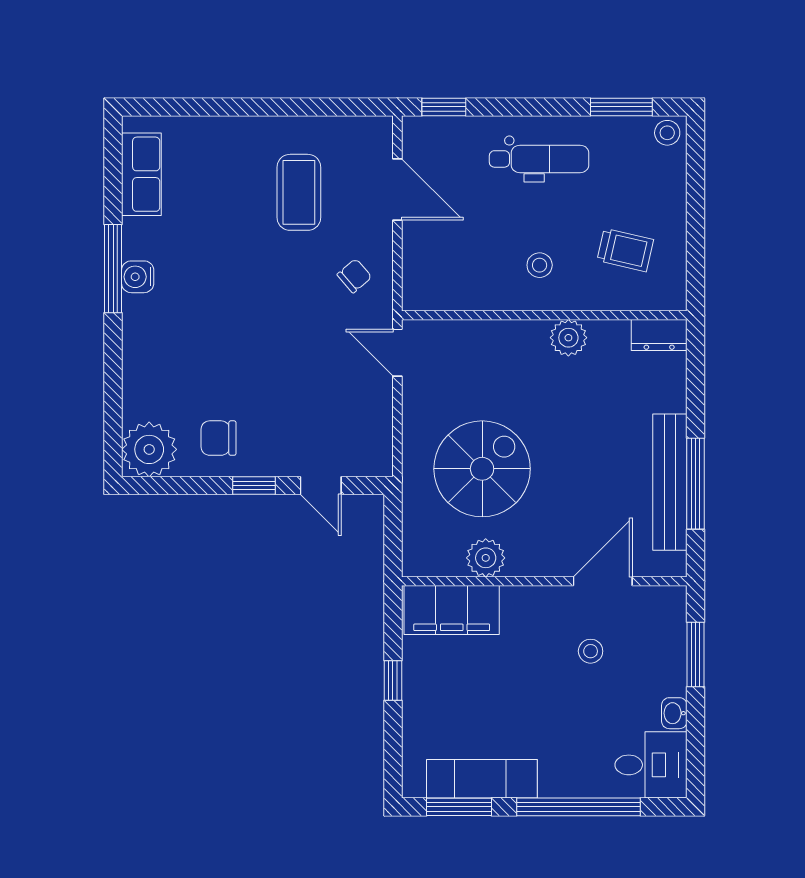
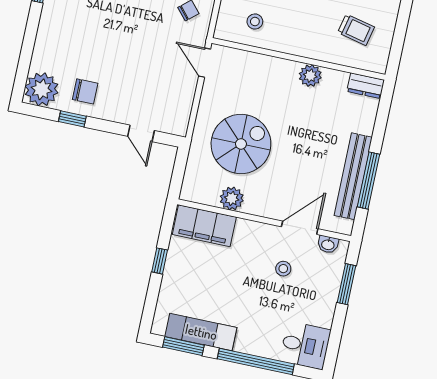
stool: (540, 265) -> (255, 22), moved
chair: (219, 438) -> (85, 91), turned 180
window: (254, 486) -> (72, 119), moved
washbasin: (674, 713) -> (328, 244), moved, turned -90

